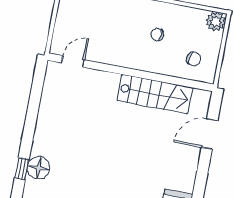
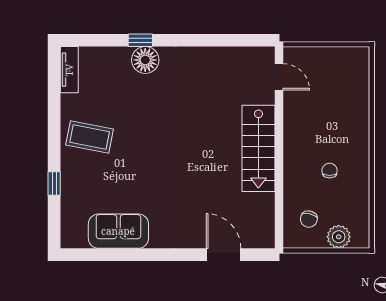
plant: (216, 22) -> (339, 237), moved
stairs: (155, 94) -> (258, 148), moved

